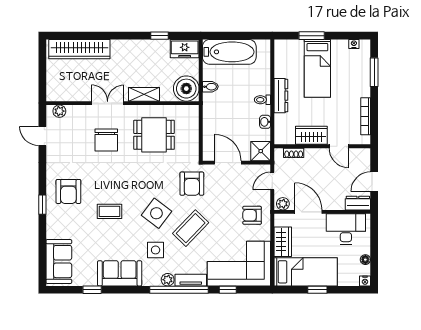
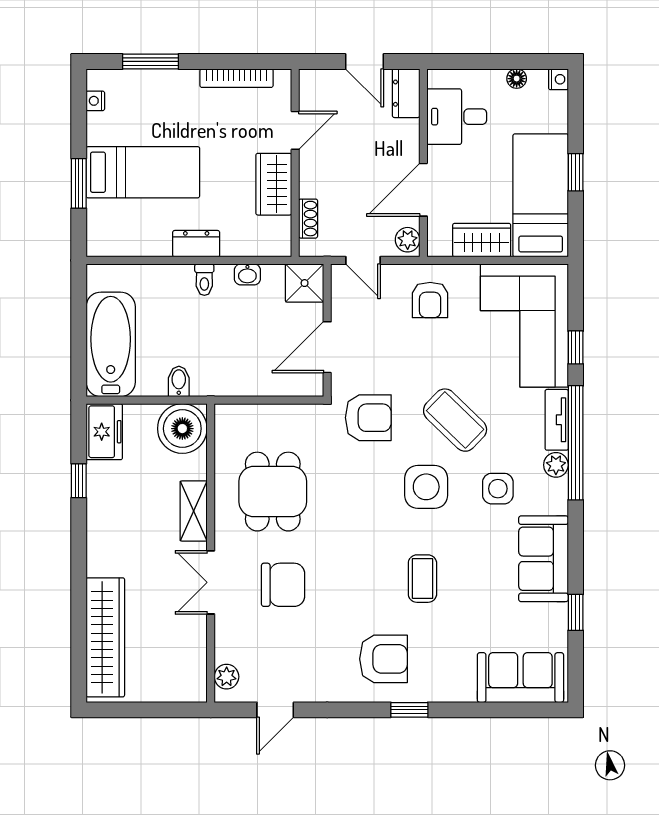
dresser: (281, 96) -> (196, 244), width x0.70
side table: (156, 213) -> (426, 487), turned -37
desk: (346, 229) -> (457, 117), width x0.73

